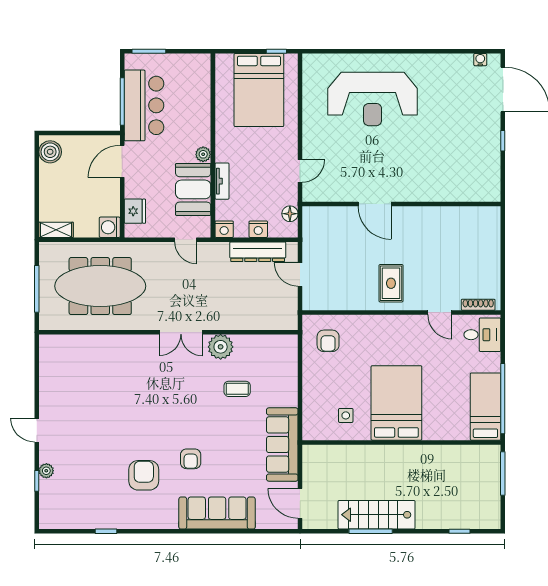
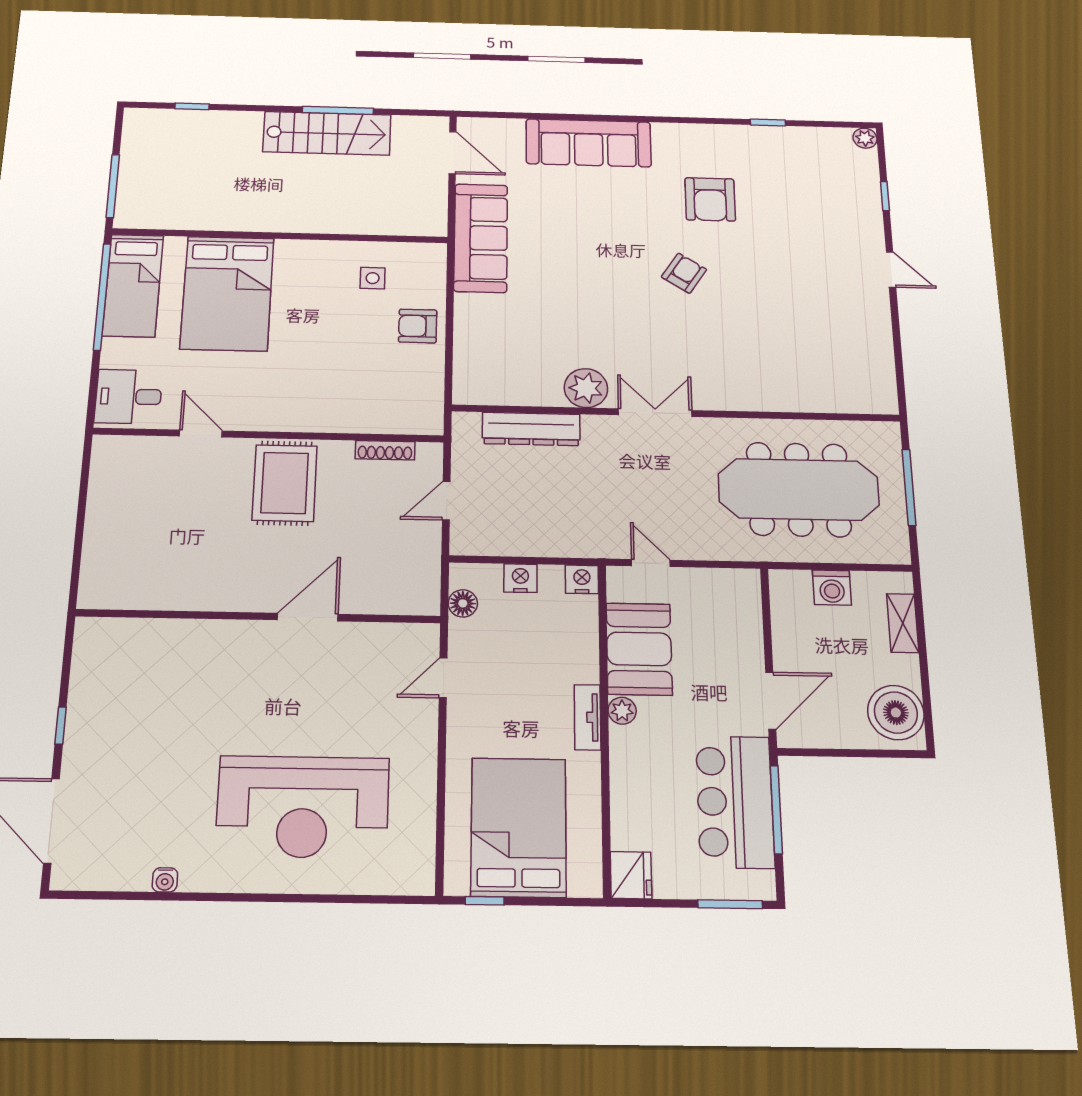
water cooler: (480, 60) -> (165, 880), moved
reception desk: (373, 99) -> (303, 807), turned 180
boiler: (50, 152) -> (896, 713), width x1.37, depth x1.37
tv unit: (222, 181) -> (587, 717), moved
door: (375, 204) -> (308, 617), hinge flipped
fridge: (135, 211) -> (631, 875), moved, turned 180
washing machine: (110, 227) -> (832, 588), moved, turned 90
shelving: (56, 230) -> (903, 623), moved, turned 90
dresser: (258, 252) -> (531, 429), moved, turned 180
door: (300, 275) -> (446, 501), swing flipped
rug: (391, 283) -> (285, 483), width x1.36, depth x1.43
shoe rack: (478, 305) -> (385, 450), moved
armchair: (328, 341) -> (418, 326), moved, turned -90
coffee table: (237, 389) -> (557, 323), removed
bed: (396, 403) -> (227, 293), moved
armchair: (191, 459) -> (684, 273), moved, turned 33
plant: (46, 471) -> (865, 138), moved

